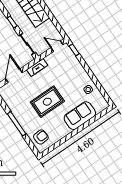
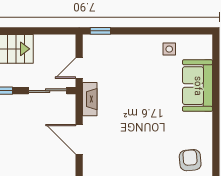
door: (57, 46) -> (79, 68), moved
rug: (47, 102) -> (147, 118), removed

